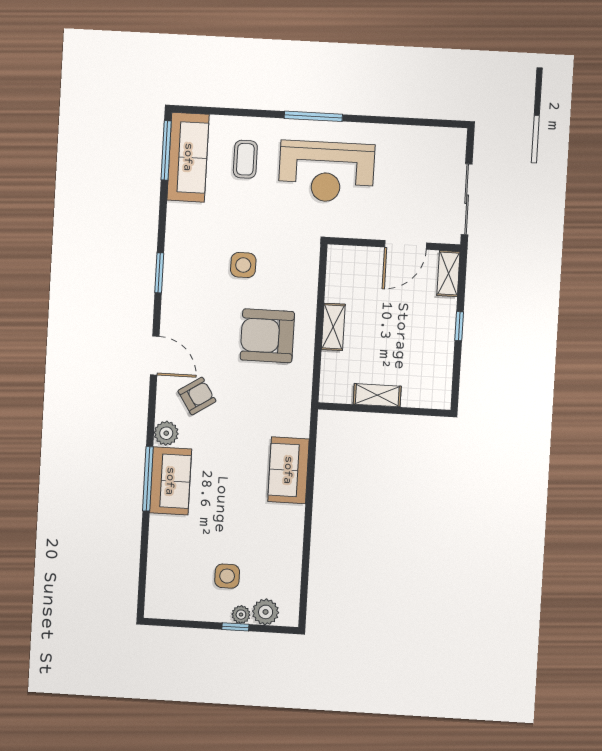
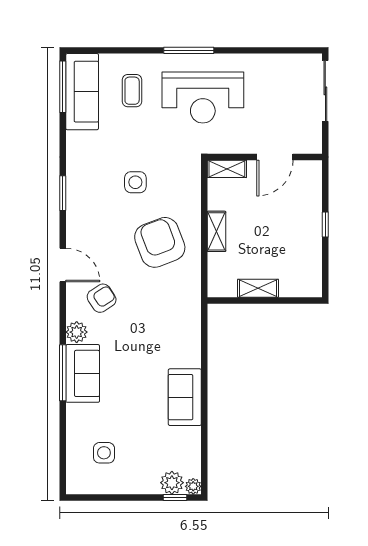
sliding door: (467, 199) -> (325, 91), moved
shelving: (448, 274) -> (227, 169), moved, turned 90
armchair: (267, 336) -> (160, 242), turned 69
sofa: (288, 470) -> (185, 397), moved
side table: (227, 576) -> (104, 453), moved
plant: (241, 615) -> (193, 486), moved
window: (235, 627) -> (175, 497), moved

